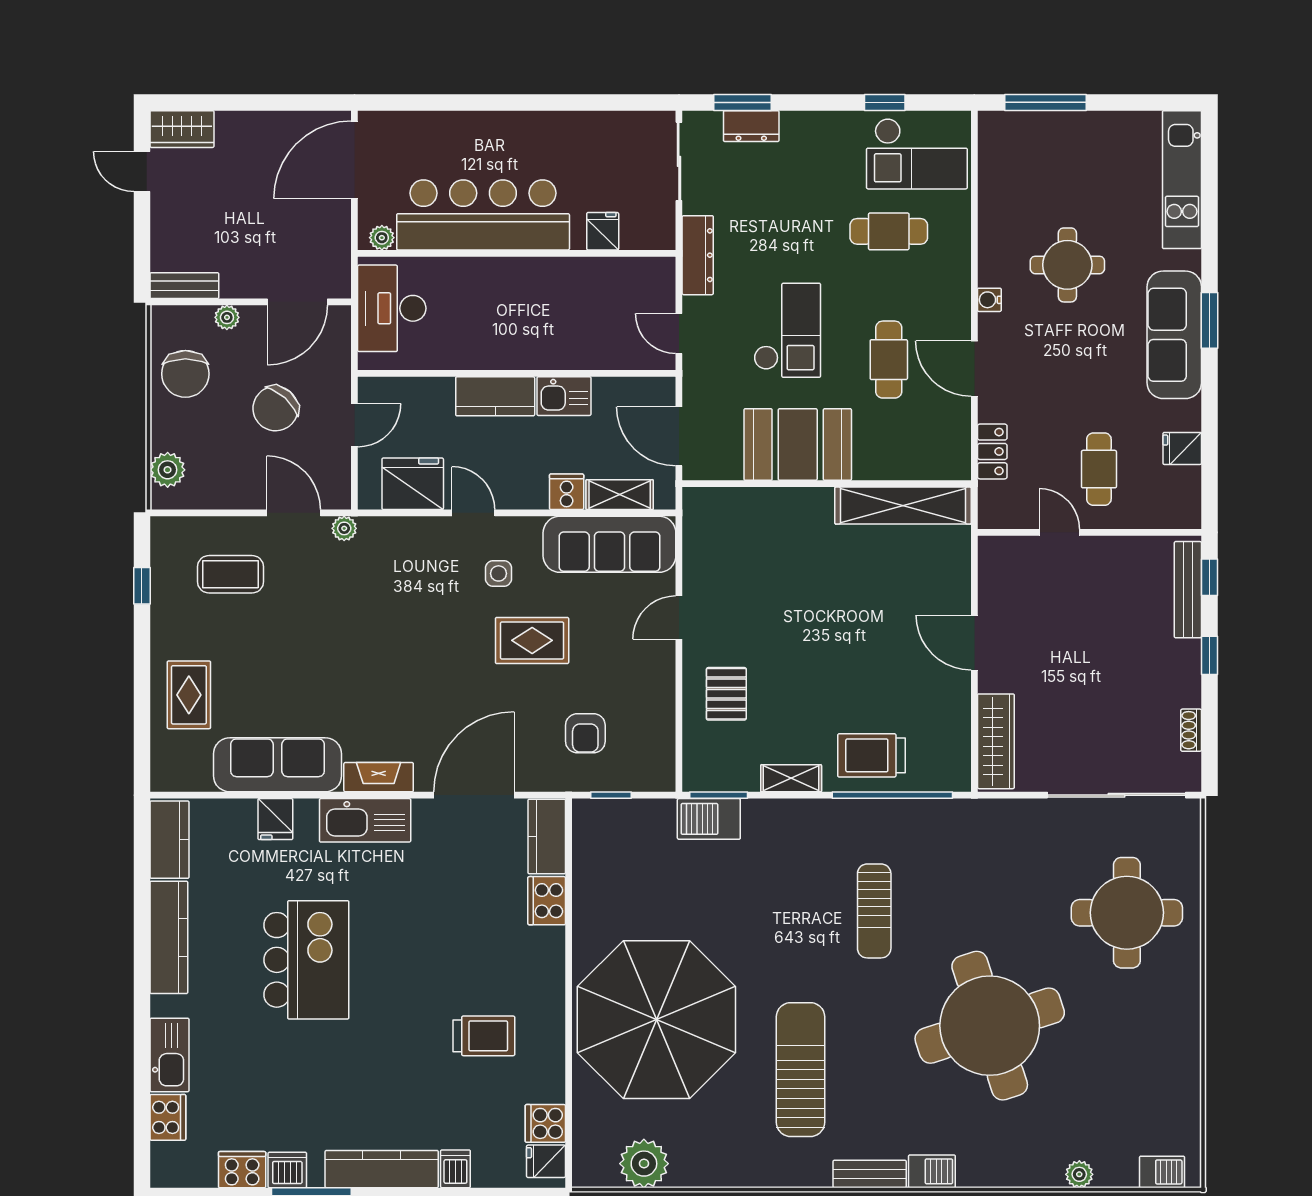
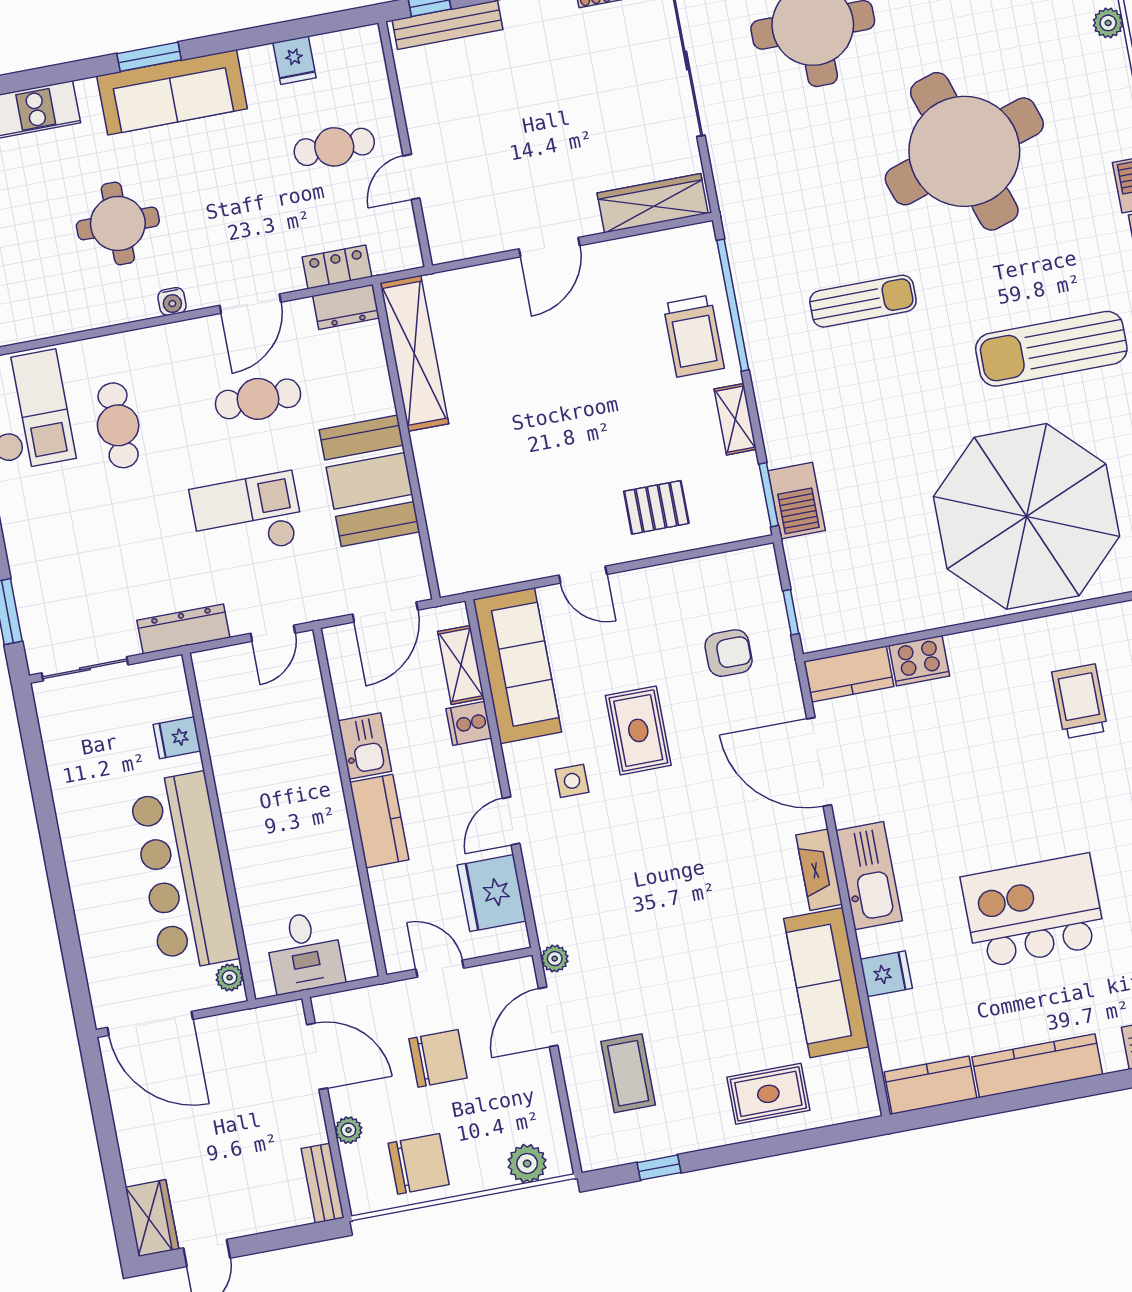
dresser: (751, 126) -> (346, 307), moved, turned 90
desk: (392, 308) -> (305, 952), width x0.73
chair: (275, 409) -> (438, 1058), turned -42

